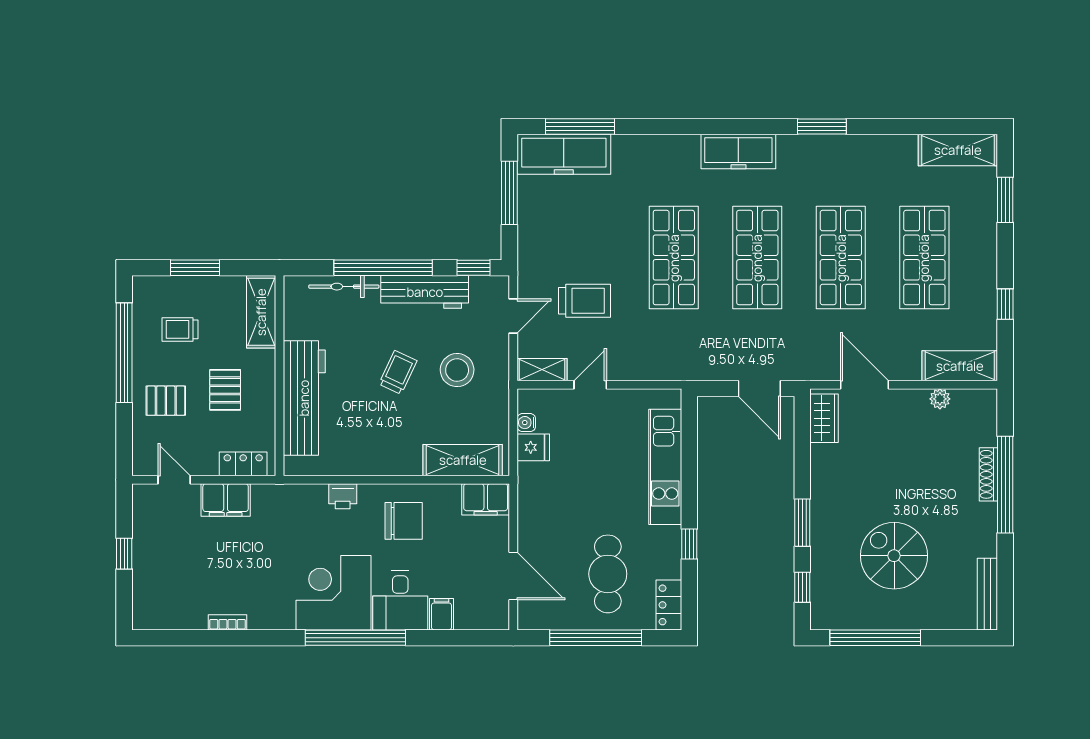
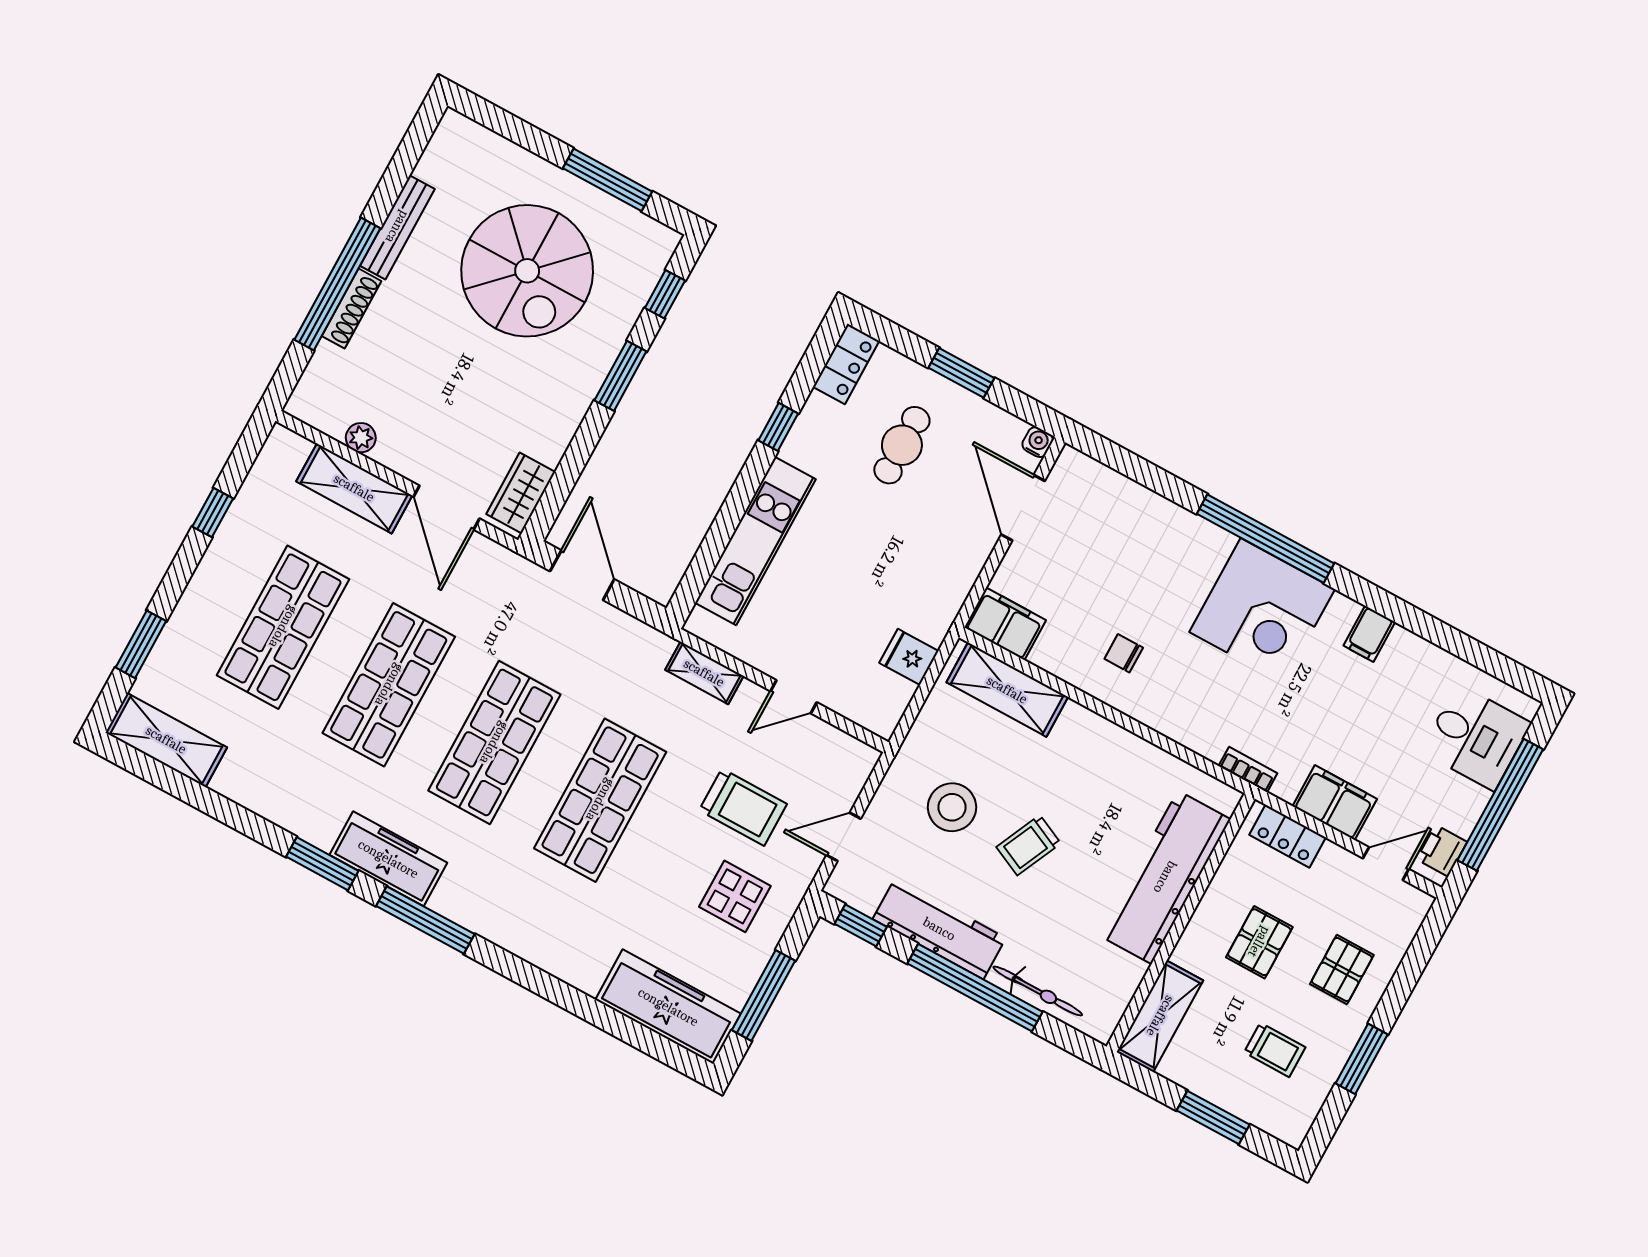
window: (580, 126) -> (425, 920), moved
freezer: (738, 151) -> (388, 859), moved
display table: (560, 244) -> (735, 896), added
trolley: (584, 301) -> (743, 807), turned 180
window: (124, 353) -> (1362, 1059), width x0.47
shelving: (960, 366) -> (354, 488), moved
shelving: (542, 370) -> (704, 673), moved
pallet: (166, 401) -> (1342, 969), turned 90
water cooler: (526, 423) -> (1038, 442), moved, turned -90
door: (174, 480) -> (1386, 864), swing flipped
printer: (343, 496) -> (1442, 851), moved, turned -90
chair: (404, 521) -> (1124, 653), width x0.54, depth x0.54
window: (124, 554) -> (1500, 805), width x3.17
spiral stairs: (894, 556) -> (527, 271), width x1.37, depth x1.37
cafe table: (608, 574) -> (902, 445), width x0.73, depth x0.74
bench: (987, 594) -> (397, 227), moved
desk: (400, 600) -> (1476, 737), moved, turned 90
filing cabinet: (442, 614) -> (1369, 634), moved
bookcase: (228, 622) -> (1248, 770), moved, turned 180
window: (596, 638) -> (961, 373), width x0.47
window: (875, 638) -> (608, 180), width x0.68

